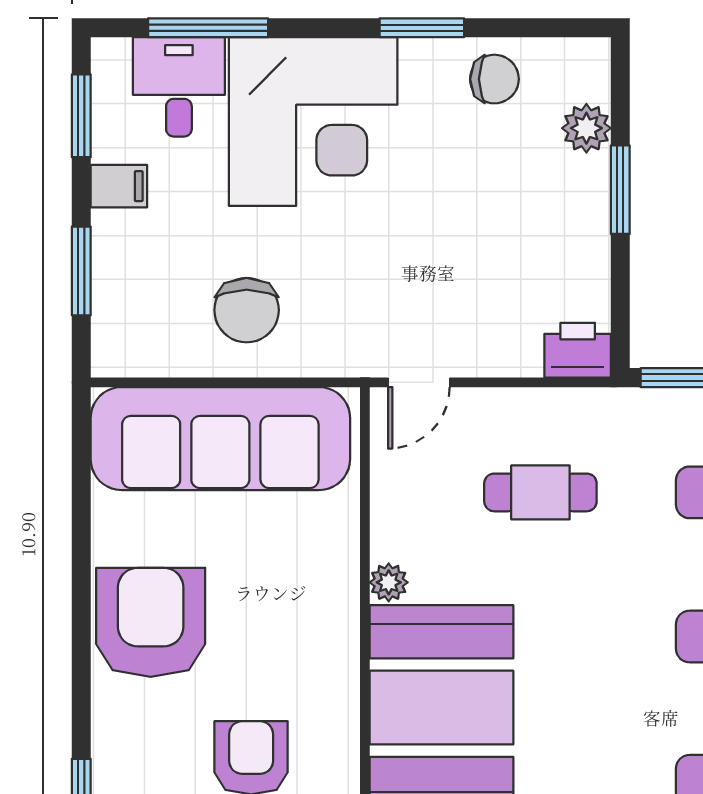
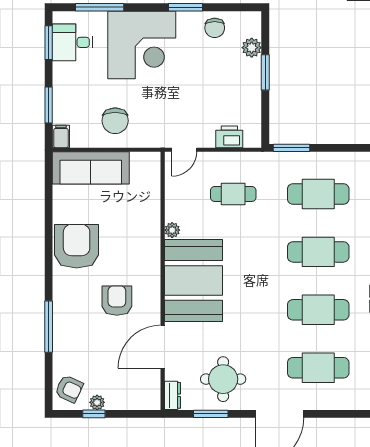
chair: (494, 79) -> (215, 28), turned 90
desk: (179, 87) -> (72, 42), moved, turned -90
filing cabinet: (119, 186) -> (61, 136), moved, turned -90
printer: (578, 350) -> (229, 137), moved
sofa: (220, 439) -> (91, 168), width x0.74, depth x0.79

